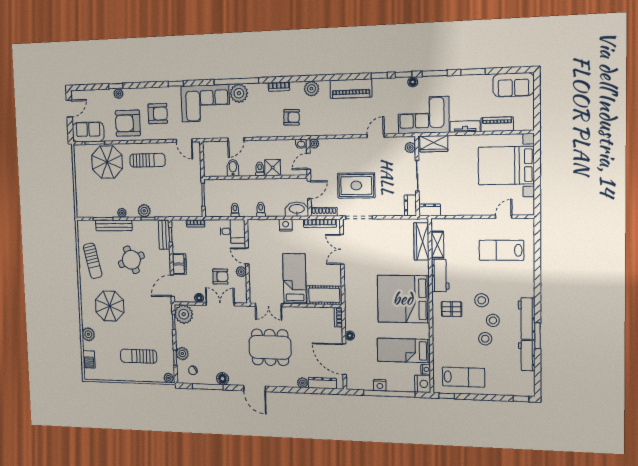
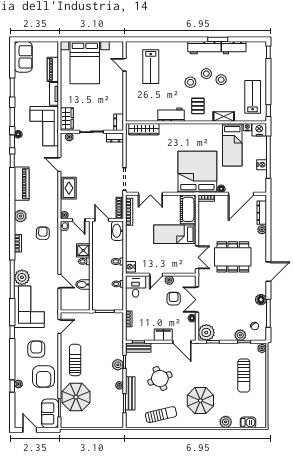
rug: (356, 186) -> (69, 188), moved, width x0.73, depth x0.70
nightstand: (286, 225) -> (130, 267), moved
shelving: (437, 245) -> (224, 116), moved
bed: (403, 299) -> (197, 172), moved, turned 180
dining table: (270, 347) -> (233, 257), turned 90

